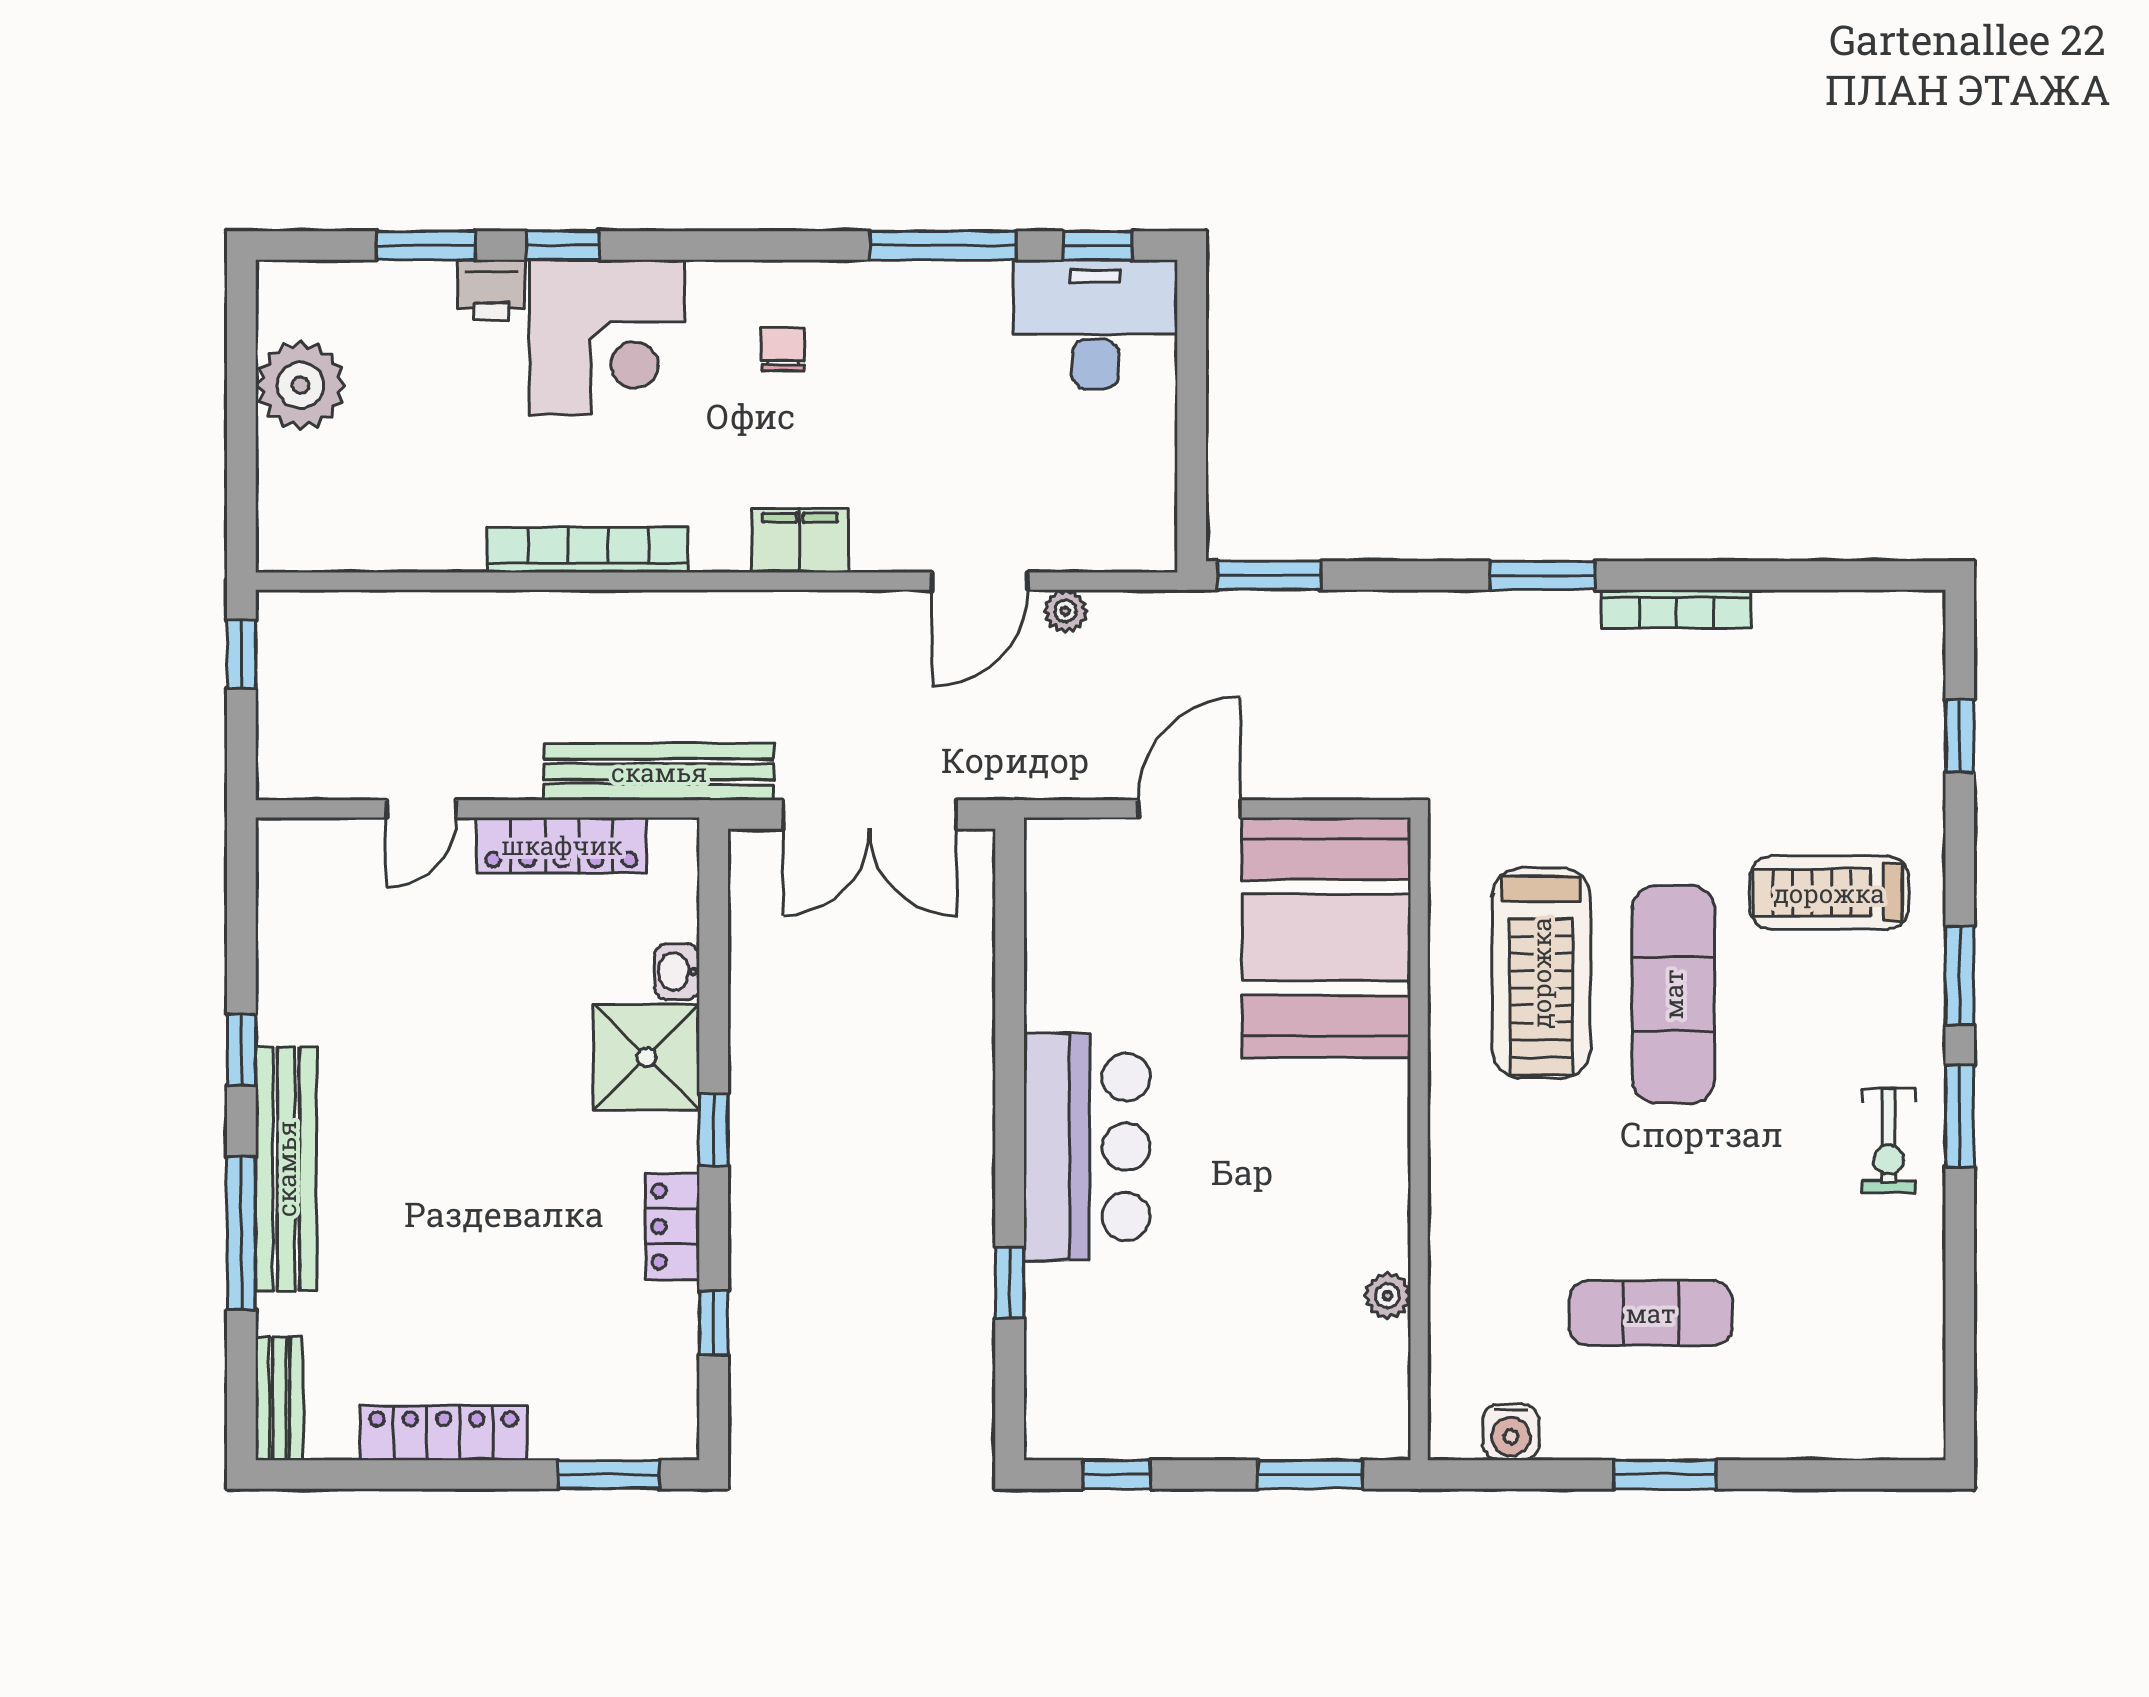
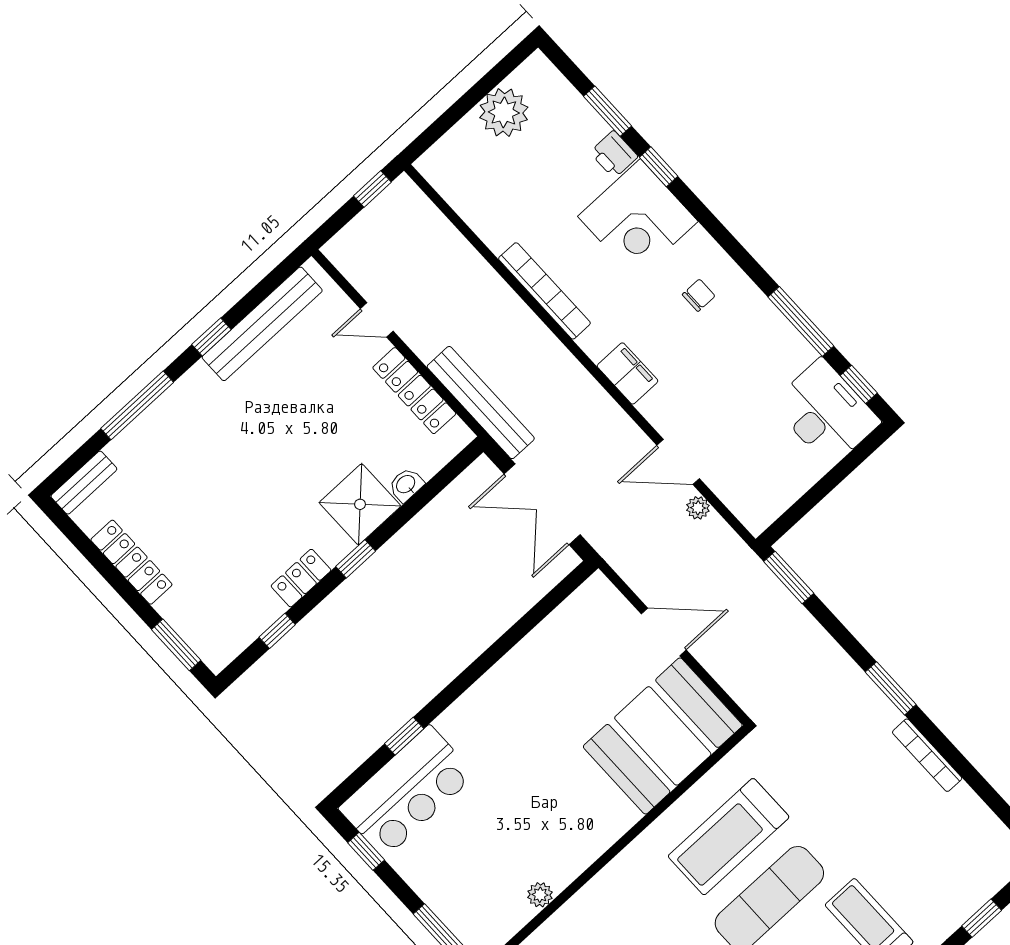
bar counter: (1087, 1147) -> (407, 792), moved
bench: (286, 1169) -> (262, 324), moved

